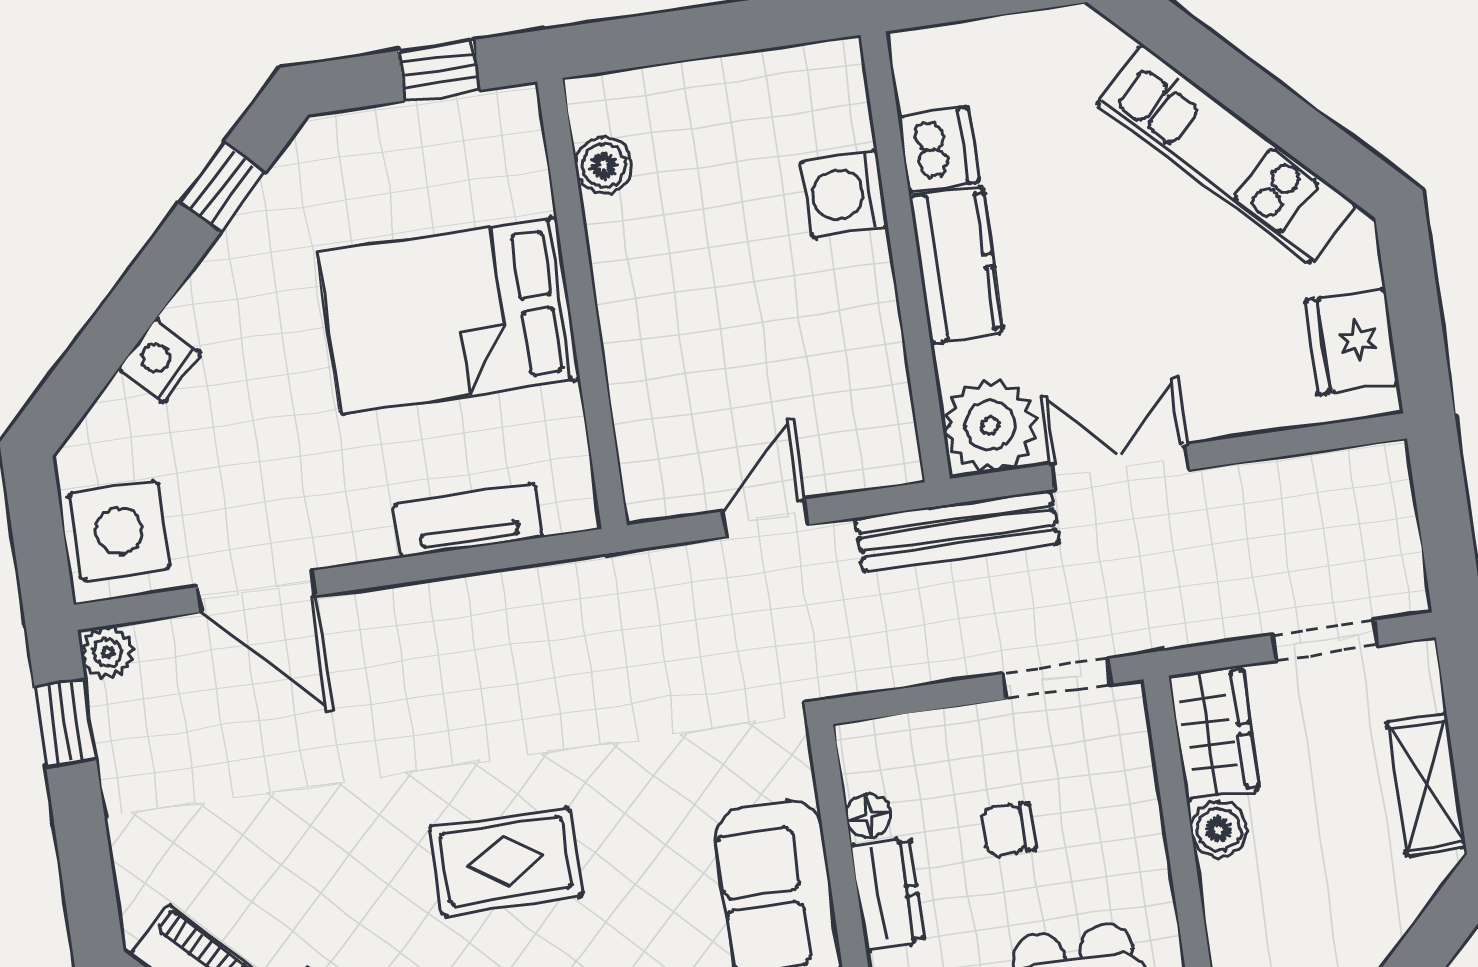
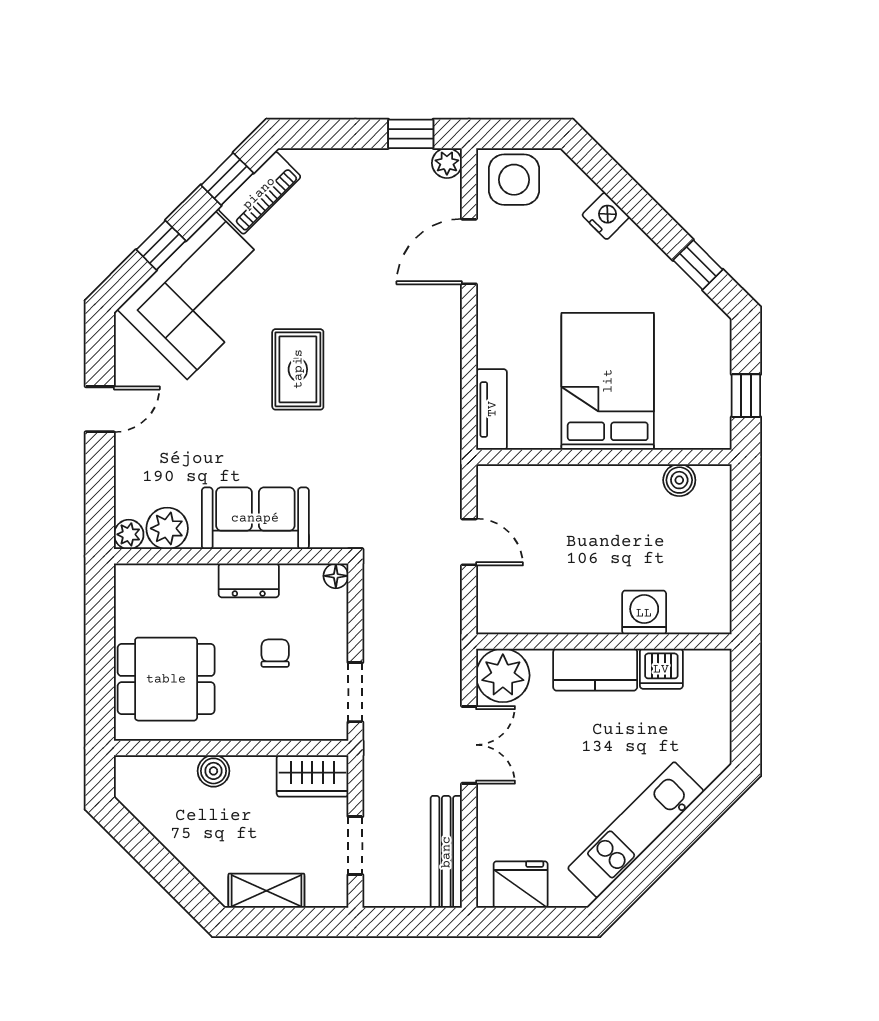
tv unit: (468, 521) -> (492, 409), moved
bench: (957, 531) -> (446, 852), moved
floor lamp: (868, 816) -> (336, 576), moved
boiler: (1219, 829) -> (214, 771), moved

